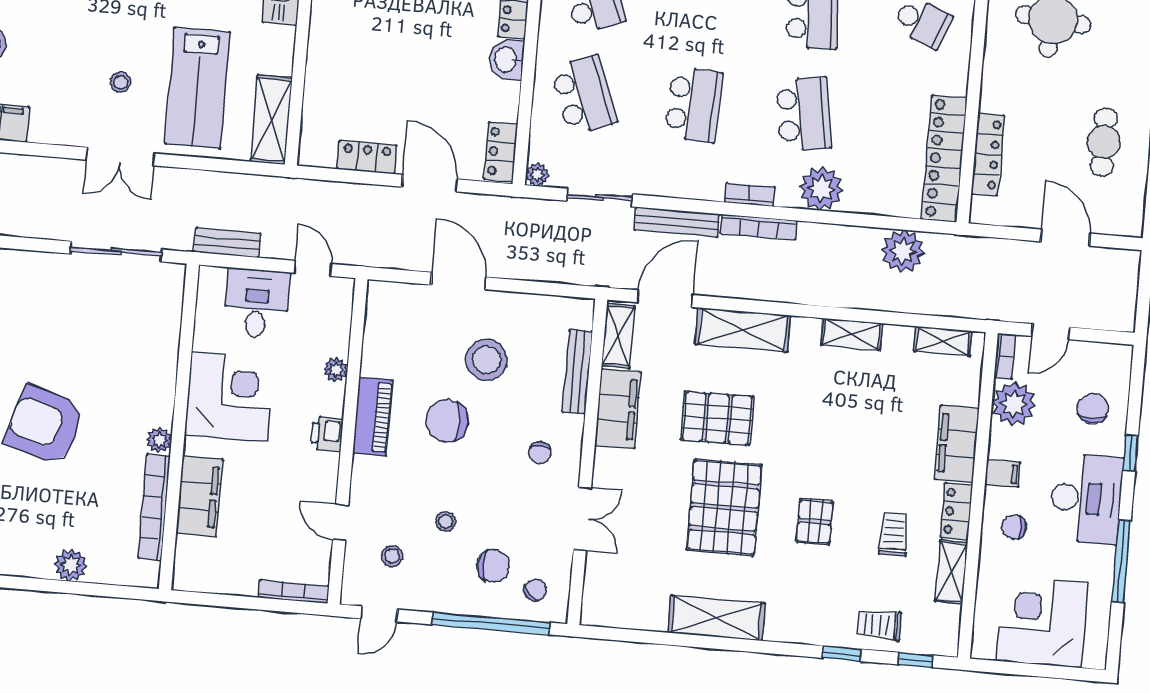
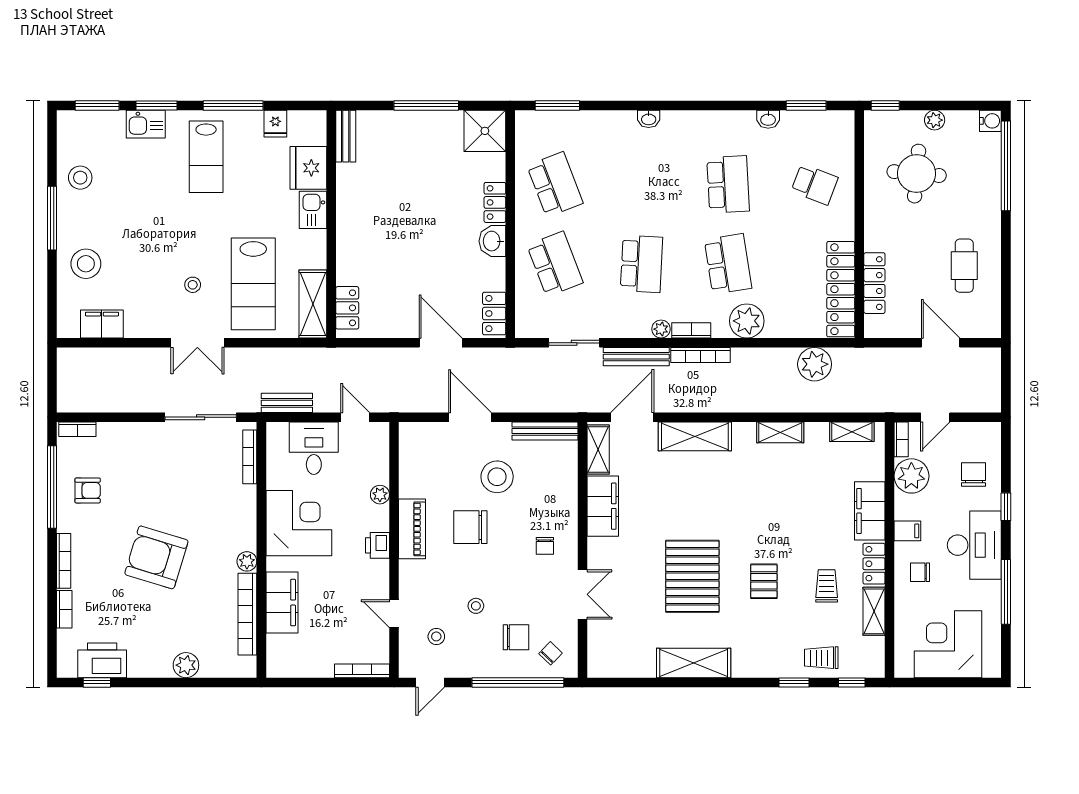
locker: (367, 157) -> (347, 308), moved, turned 90
plant: (537, 175) -> (661, 329), moved
bookcase: (174, 307) -> (250, 457), added
bench: (577, 372) -> (545, 431), moved, turned 90
pallet: (717, 418) -> (681, 507), removed

